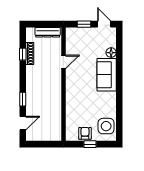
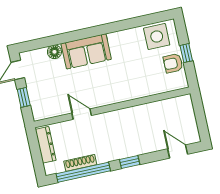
window: (23, 54) -> (83, 172), width x3.17
window: (23, 99) -> (130, 162), moved

